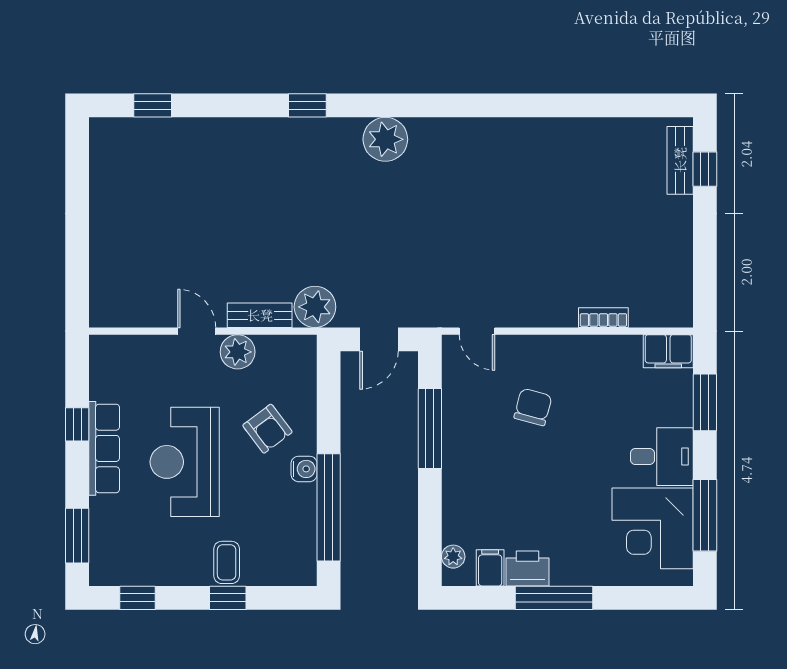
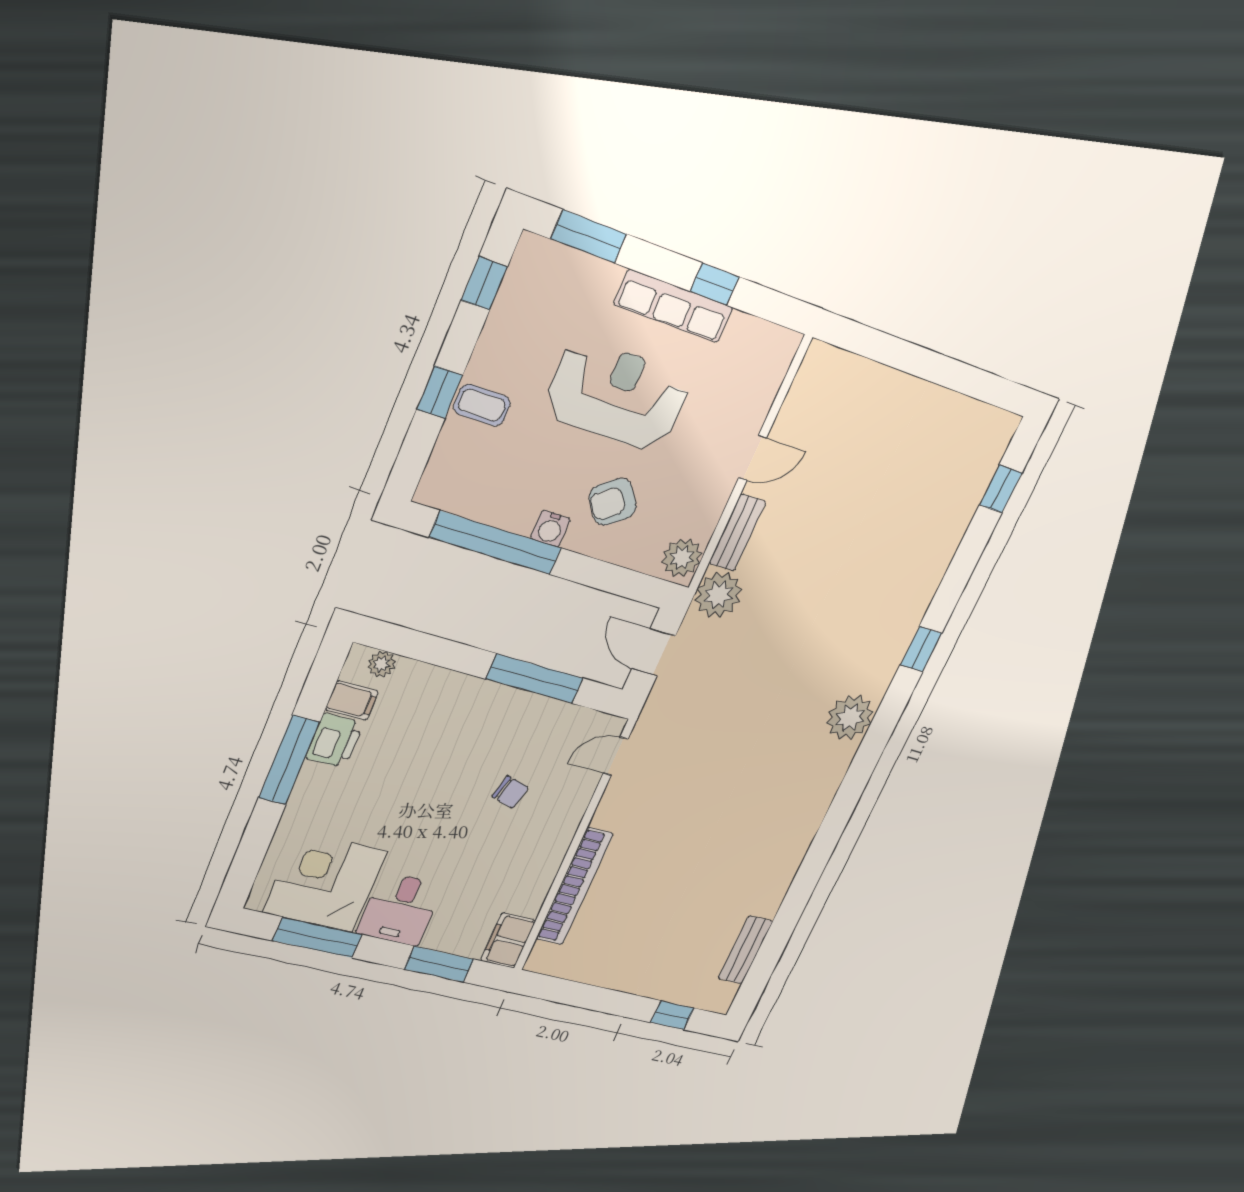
bench: (680, 160) -> (745, 950), moved, turned 90
bookcase: (603, 318) -> (575, 886), width x2.31, depth x1.31
plant: (238, 352) -> (682, 558), moved
chair: (533, 407) -> (510, 792), width x0.73, depth x0.73

